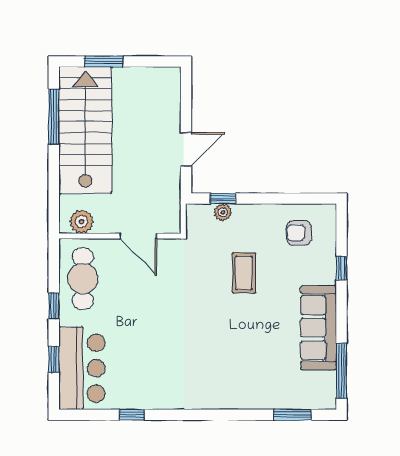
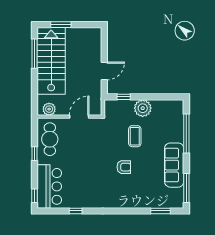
plant: (223, 212) -> (143, 108), moved, width x1.88, depth x1.88
armchair: (299, 233) -> (124, 167), moved, turned 180
door: (138, 236) -> (79, 117), swing flipped
window: (342, 268) -> (186, 134), width x3.17
window: (54, 359) -> (34, 196), moved

